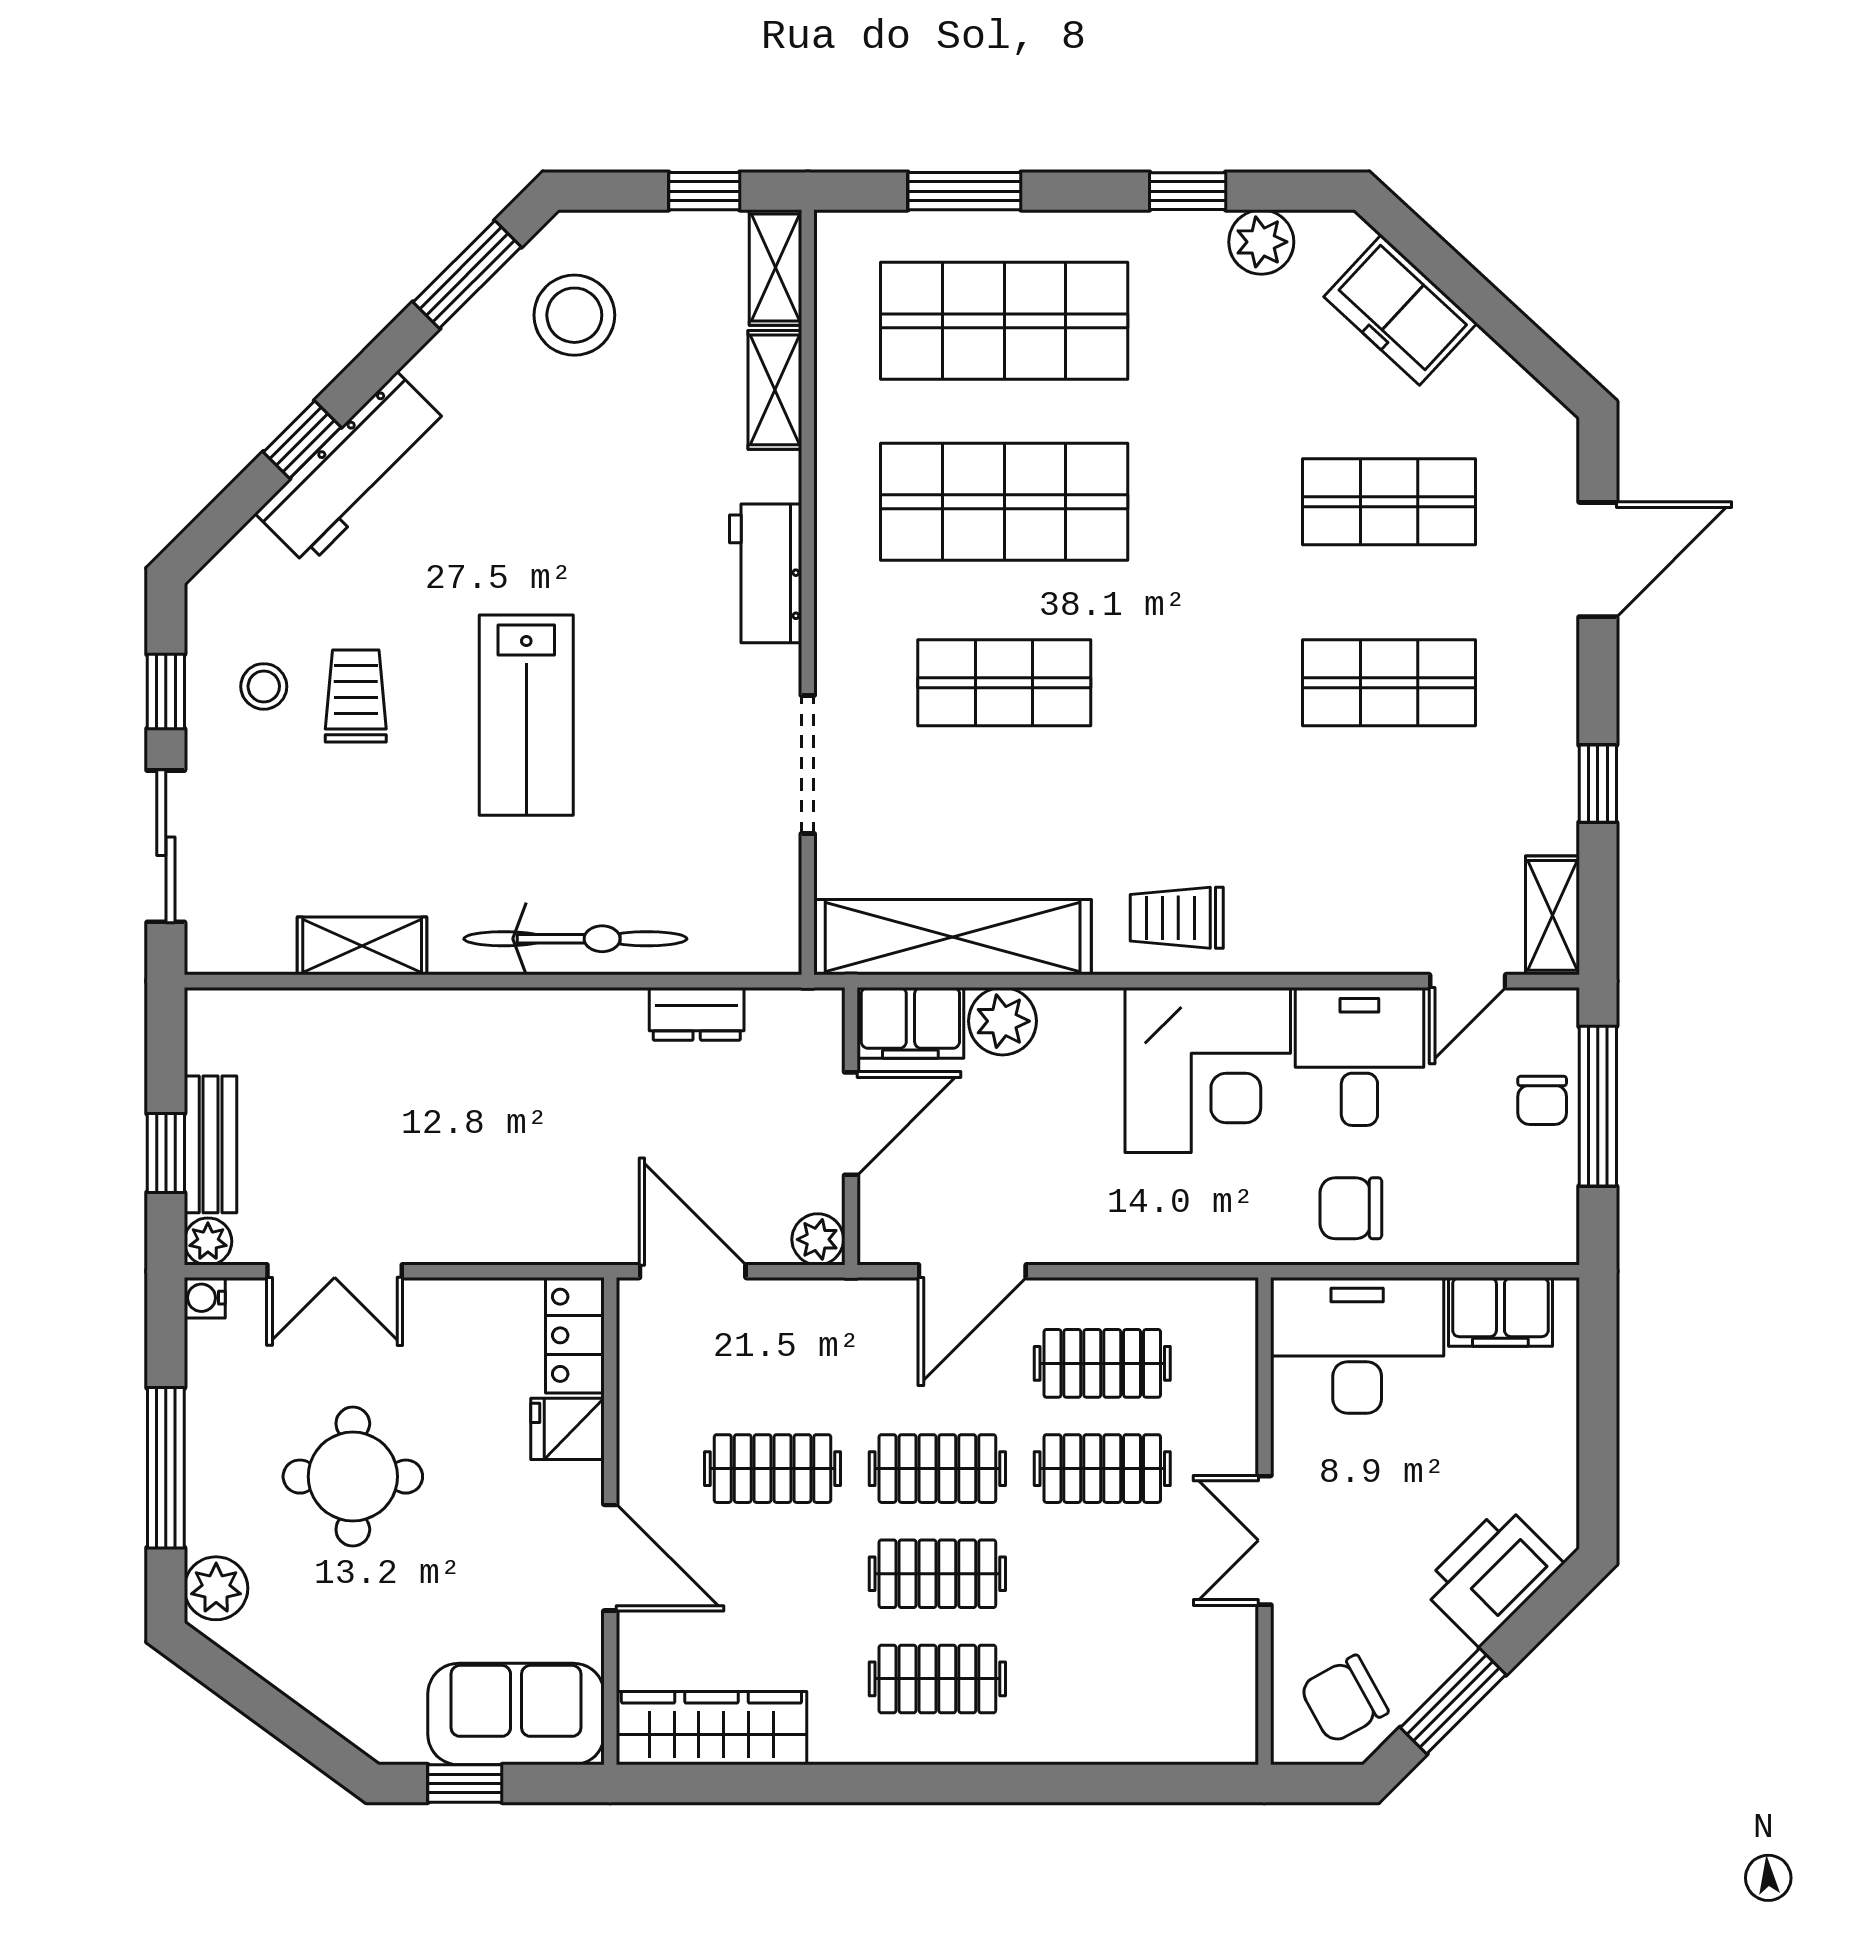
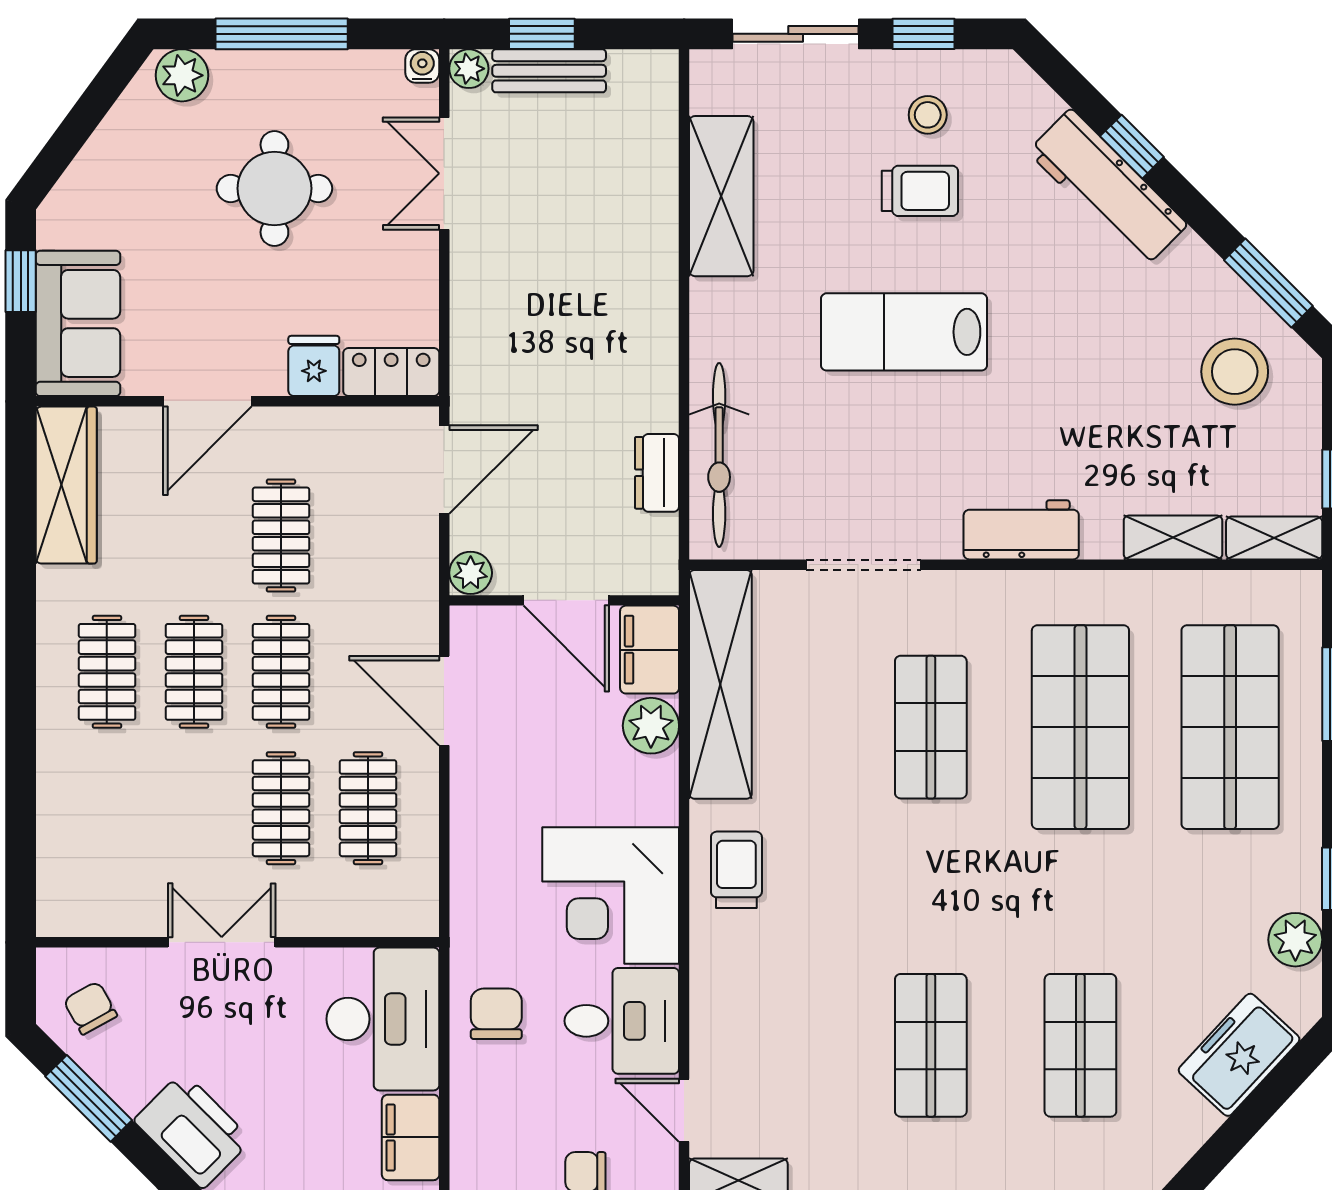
bicycle: (575, 939) -> (719, 455), moved
shelving: (362, 946) -> (721, 196), width x1.50, depth x1.33
chair: (1344, 1699) -> (90, 1008), width x0.73, depth x0.73

